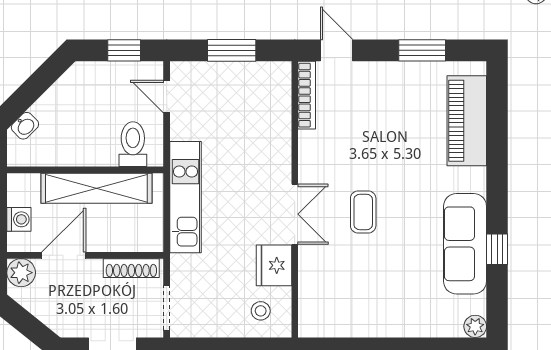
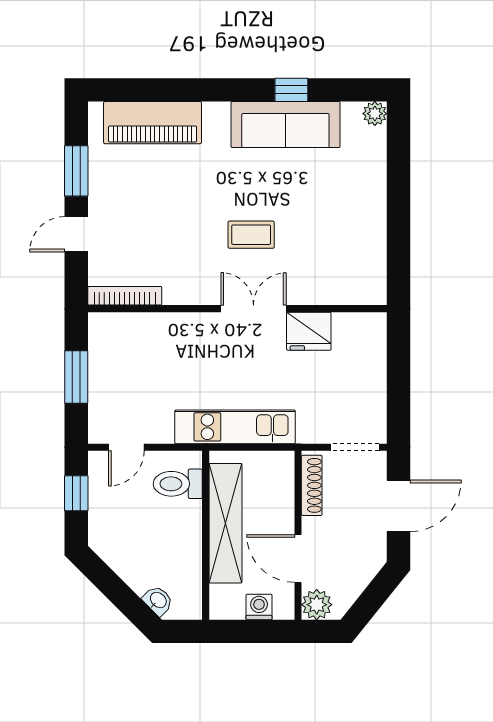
door: (337, 50) -> (76, 234), moved
stool: (261, 311) -> (358, 346), removed

